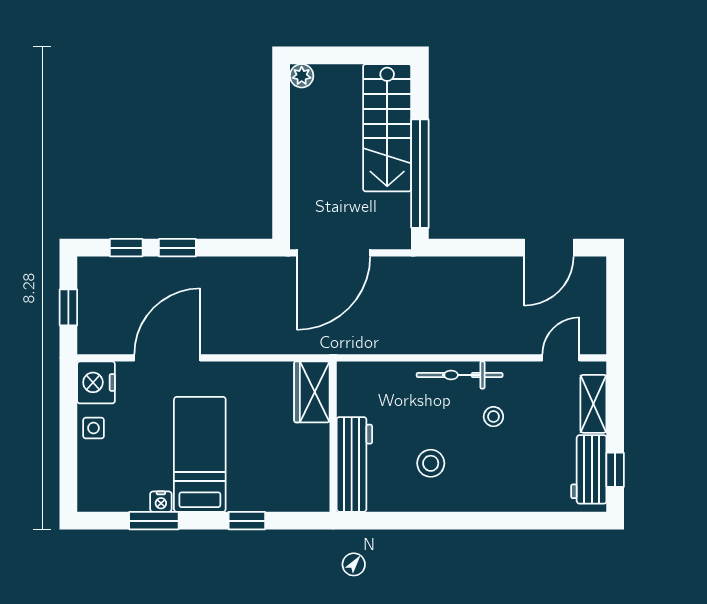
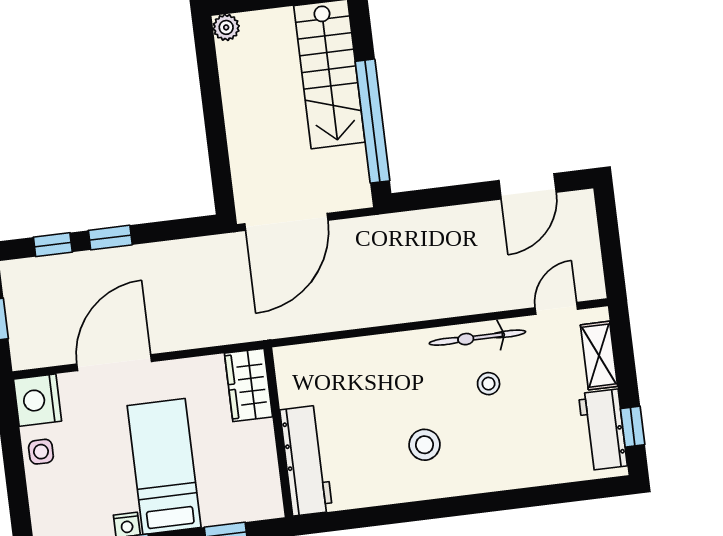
bicycle: (460, 375) -> (477, 338), moved
wardrobe: (312, 392) -> (248, 385), moved
wall: (333, 437) -> (278, 432), moved
workbench: (354, 464) -> (306, 461), moved

